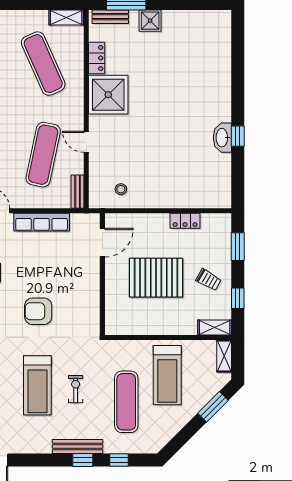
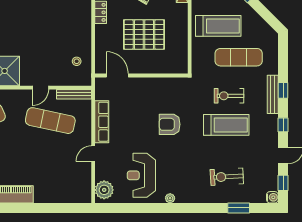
bench: (78, 192) -> (74, 94), width x1.36
pallet: (156, 278) -> (144, 35), turned 90
armchair: (38, 311) -> (170, 124), turned 90
exercise bike: (76, 389) -> (229, 96), width x1.38, depth x1.39
window: (119, 460) -> (283, 125), moved

